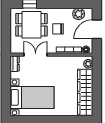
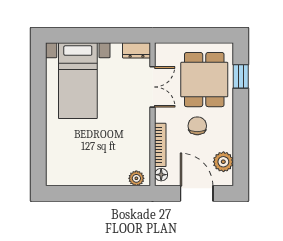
wardrobe: (85, 92) -> (87, 173), removed

